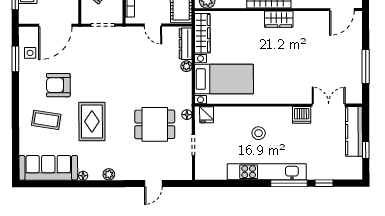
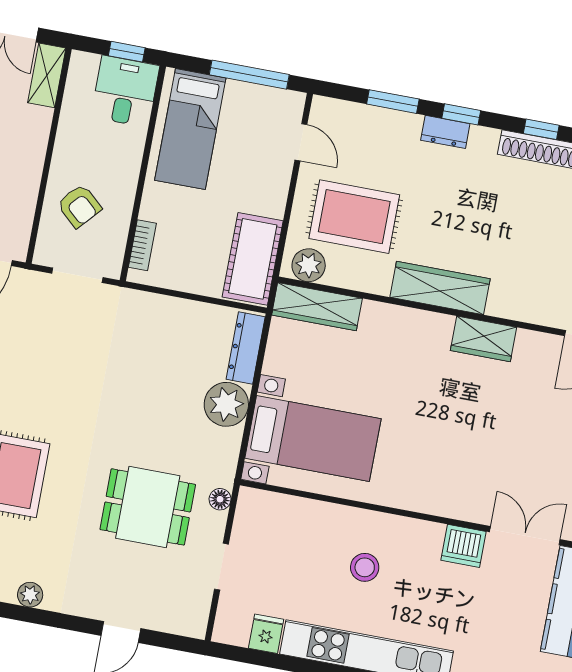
wardrobe: (279, 19) -> (484, 339), moved
door: (153, 25) -> (184, 295), removed
wardrobe: (202, 33) -> (317, 307), moved, turned 90
plant: (186, 66) -> (226, 404), width x1.88, depth x1.88
fridge: (207, 115) -> (266, 634), moved, turned 180

